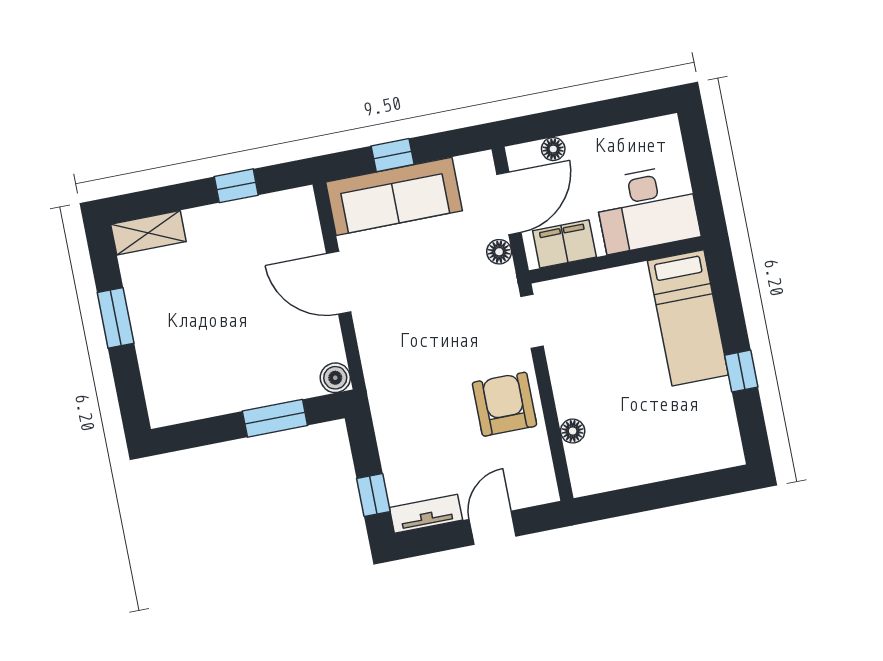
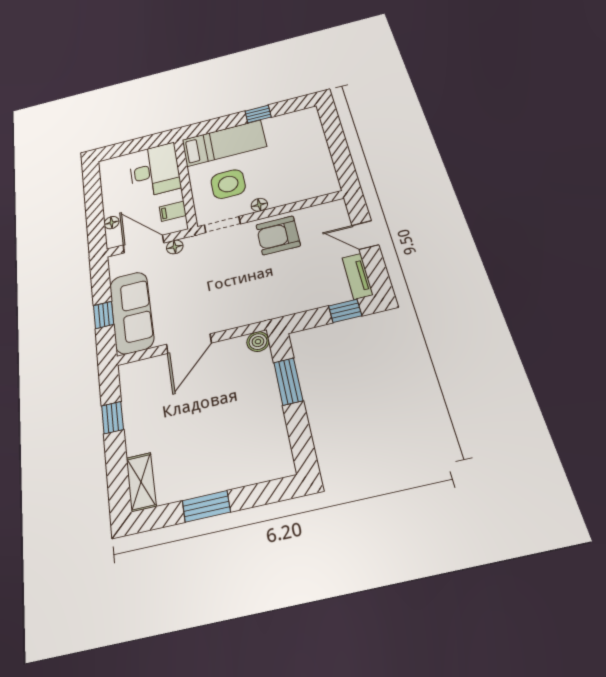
filing cabinet: (564, 244) -> (173, 211), width x0.50
side table: (606, 328) -> (228, 184), added
floor lamp: (573, 431) -> (259, 205), moved

